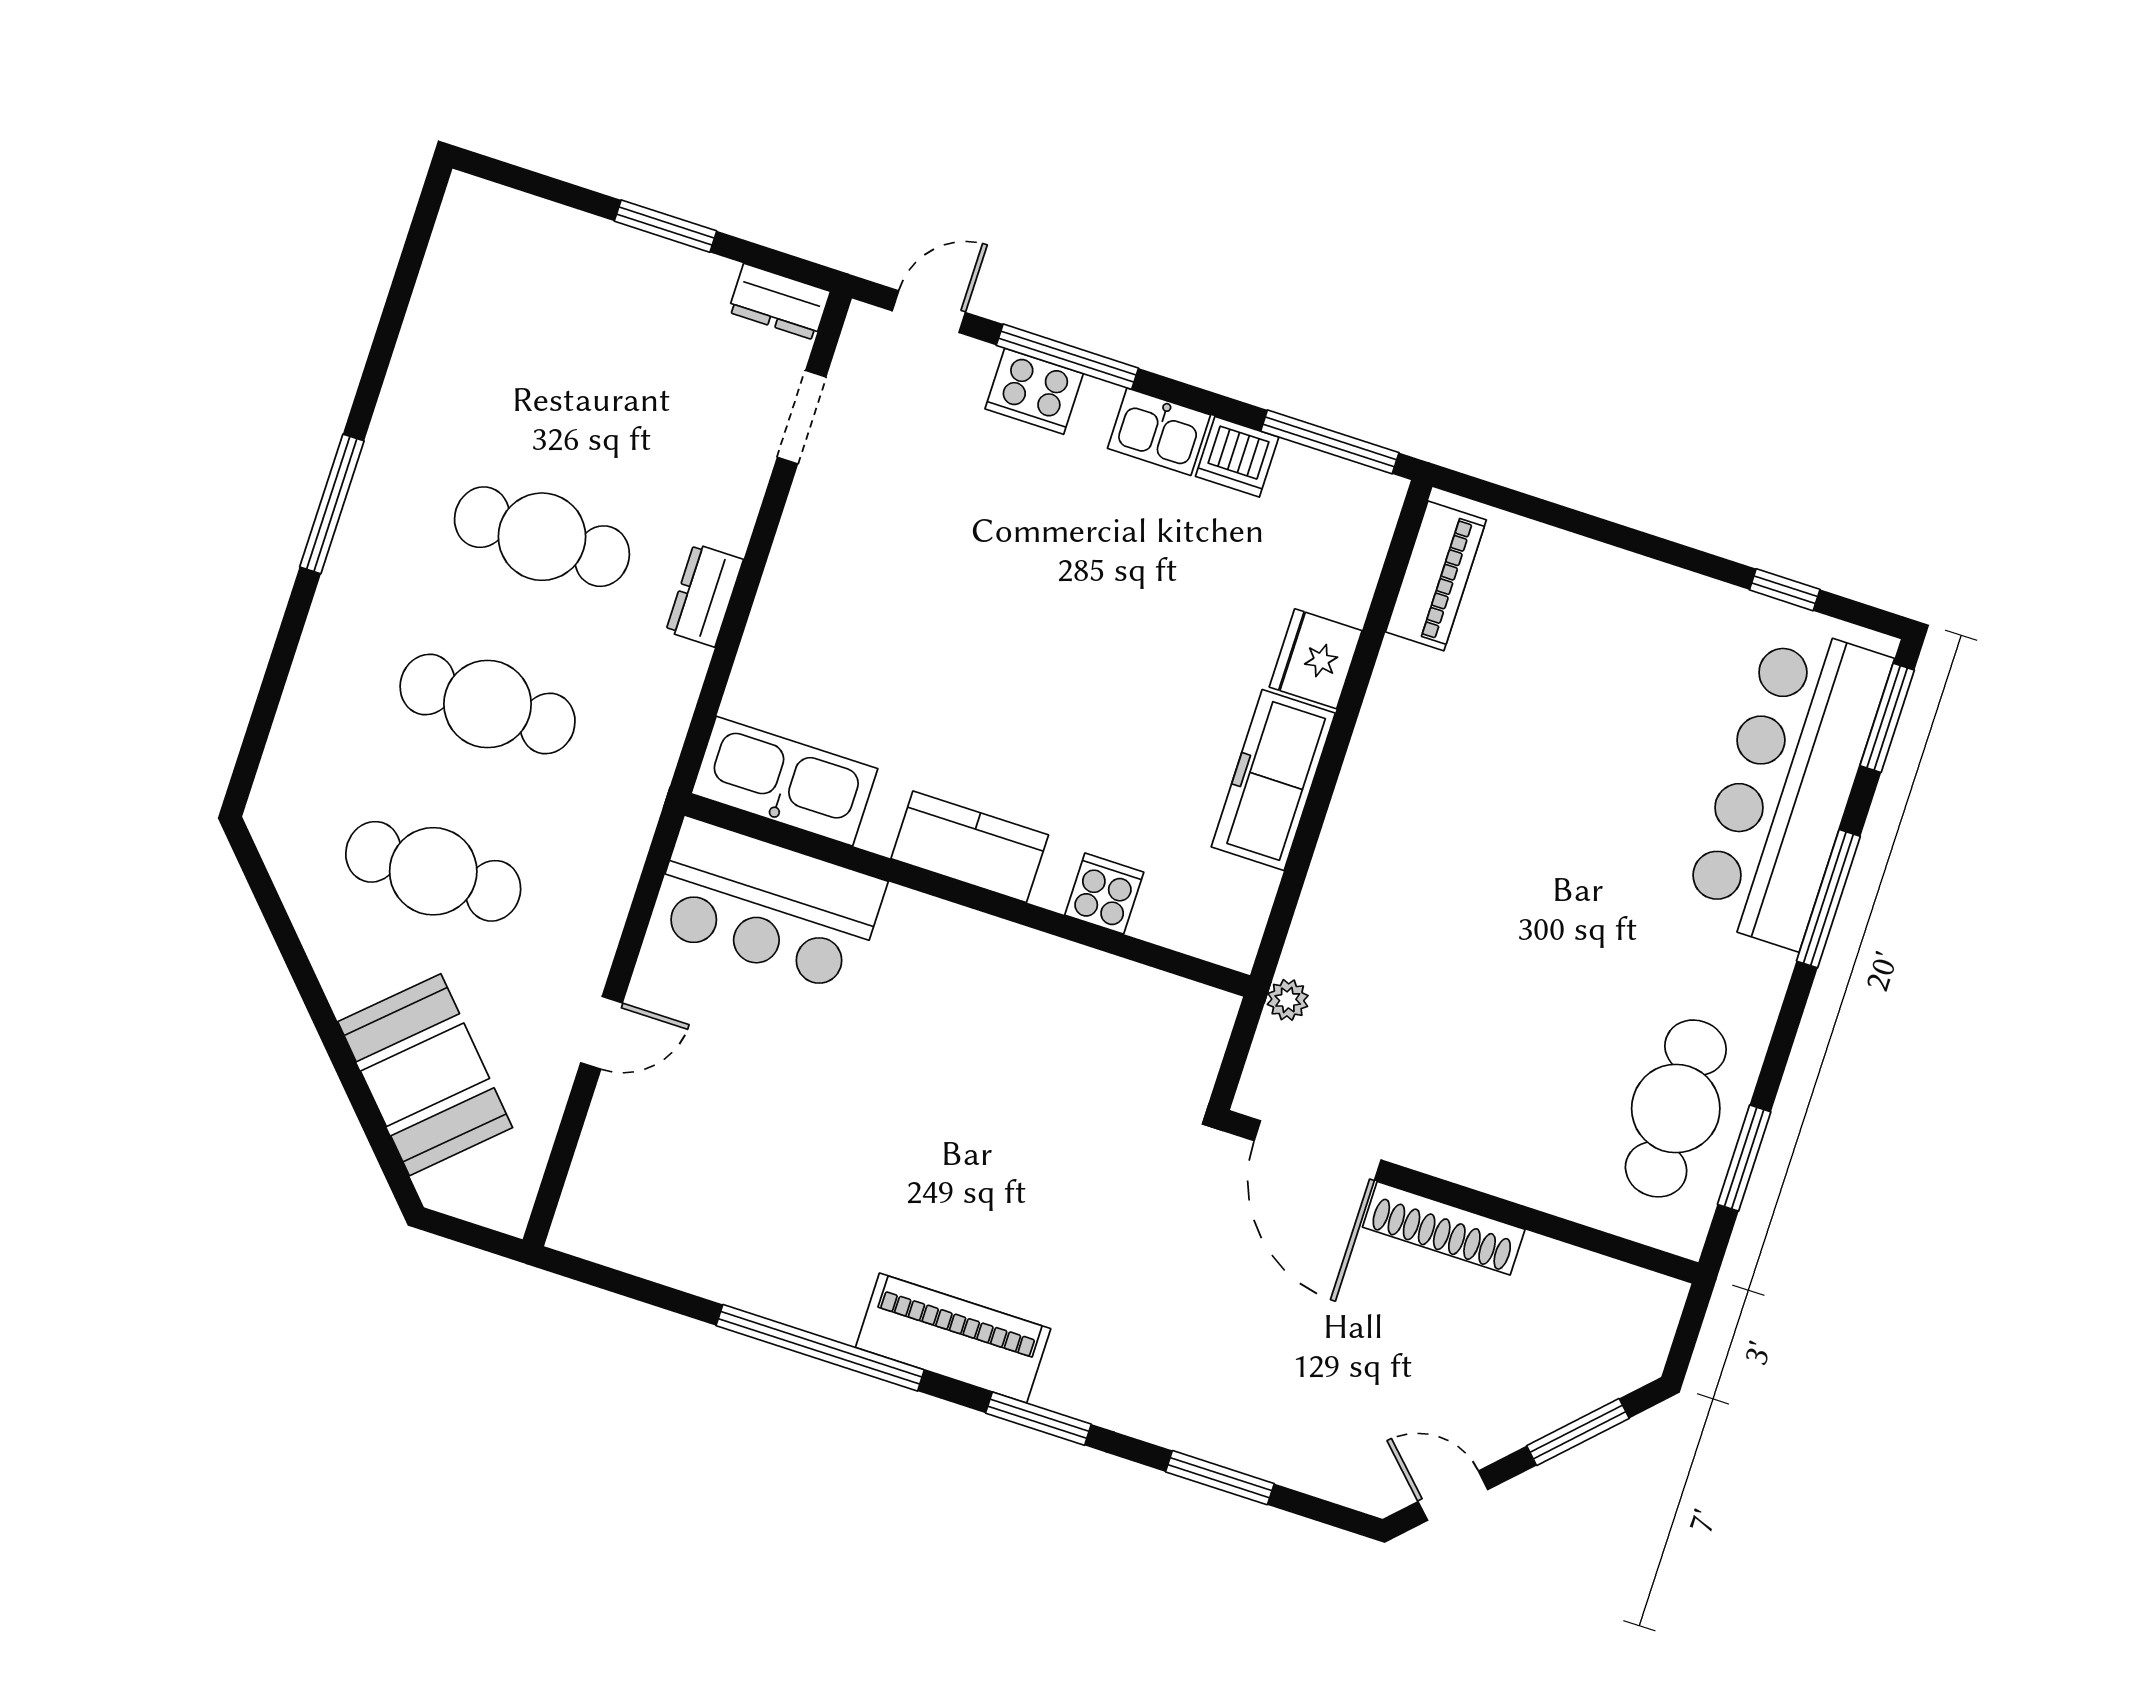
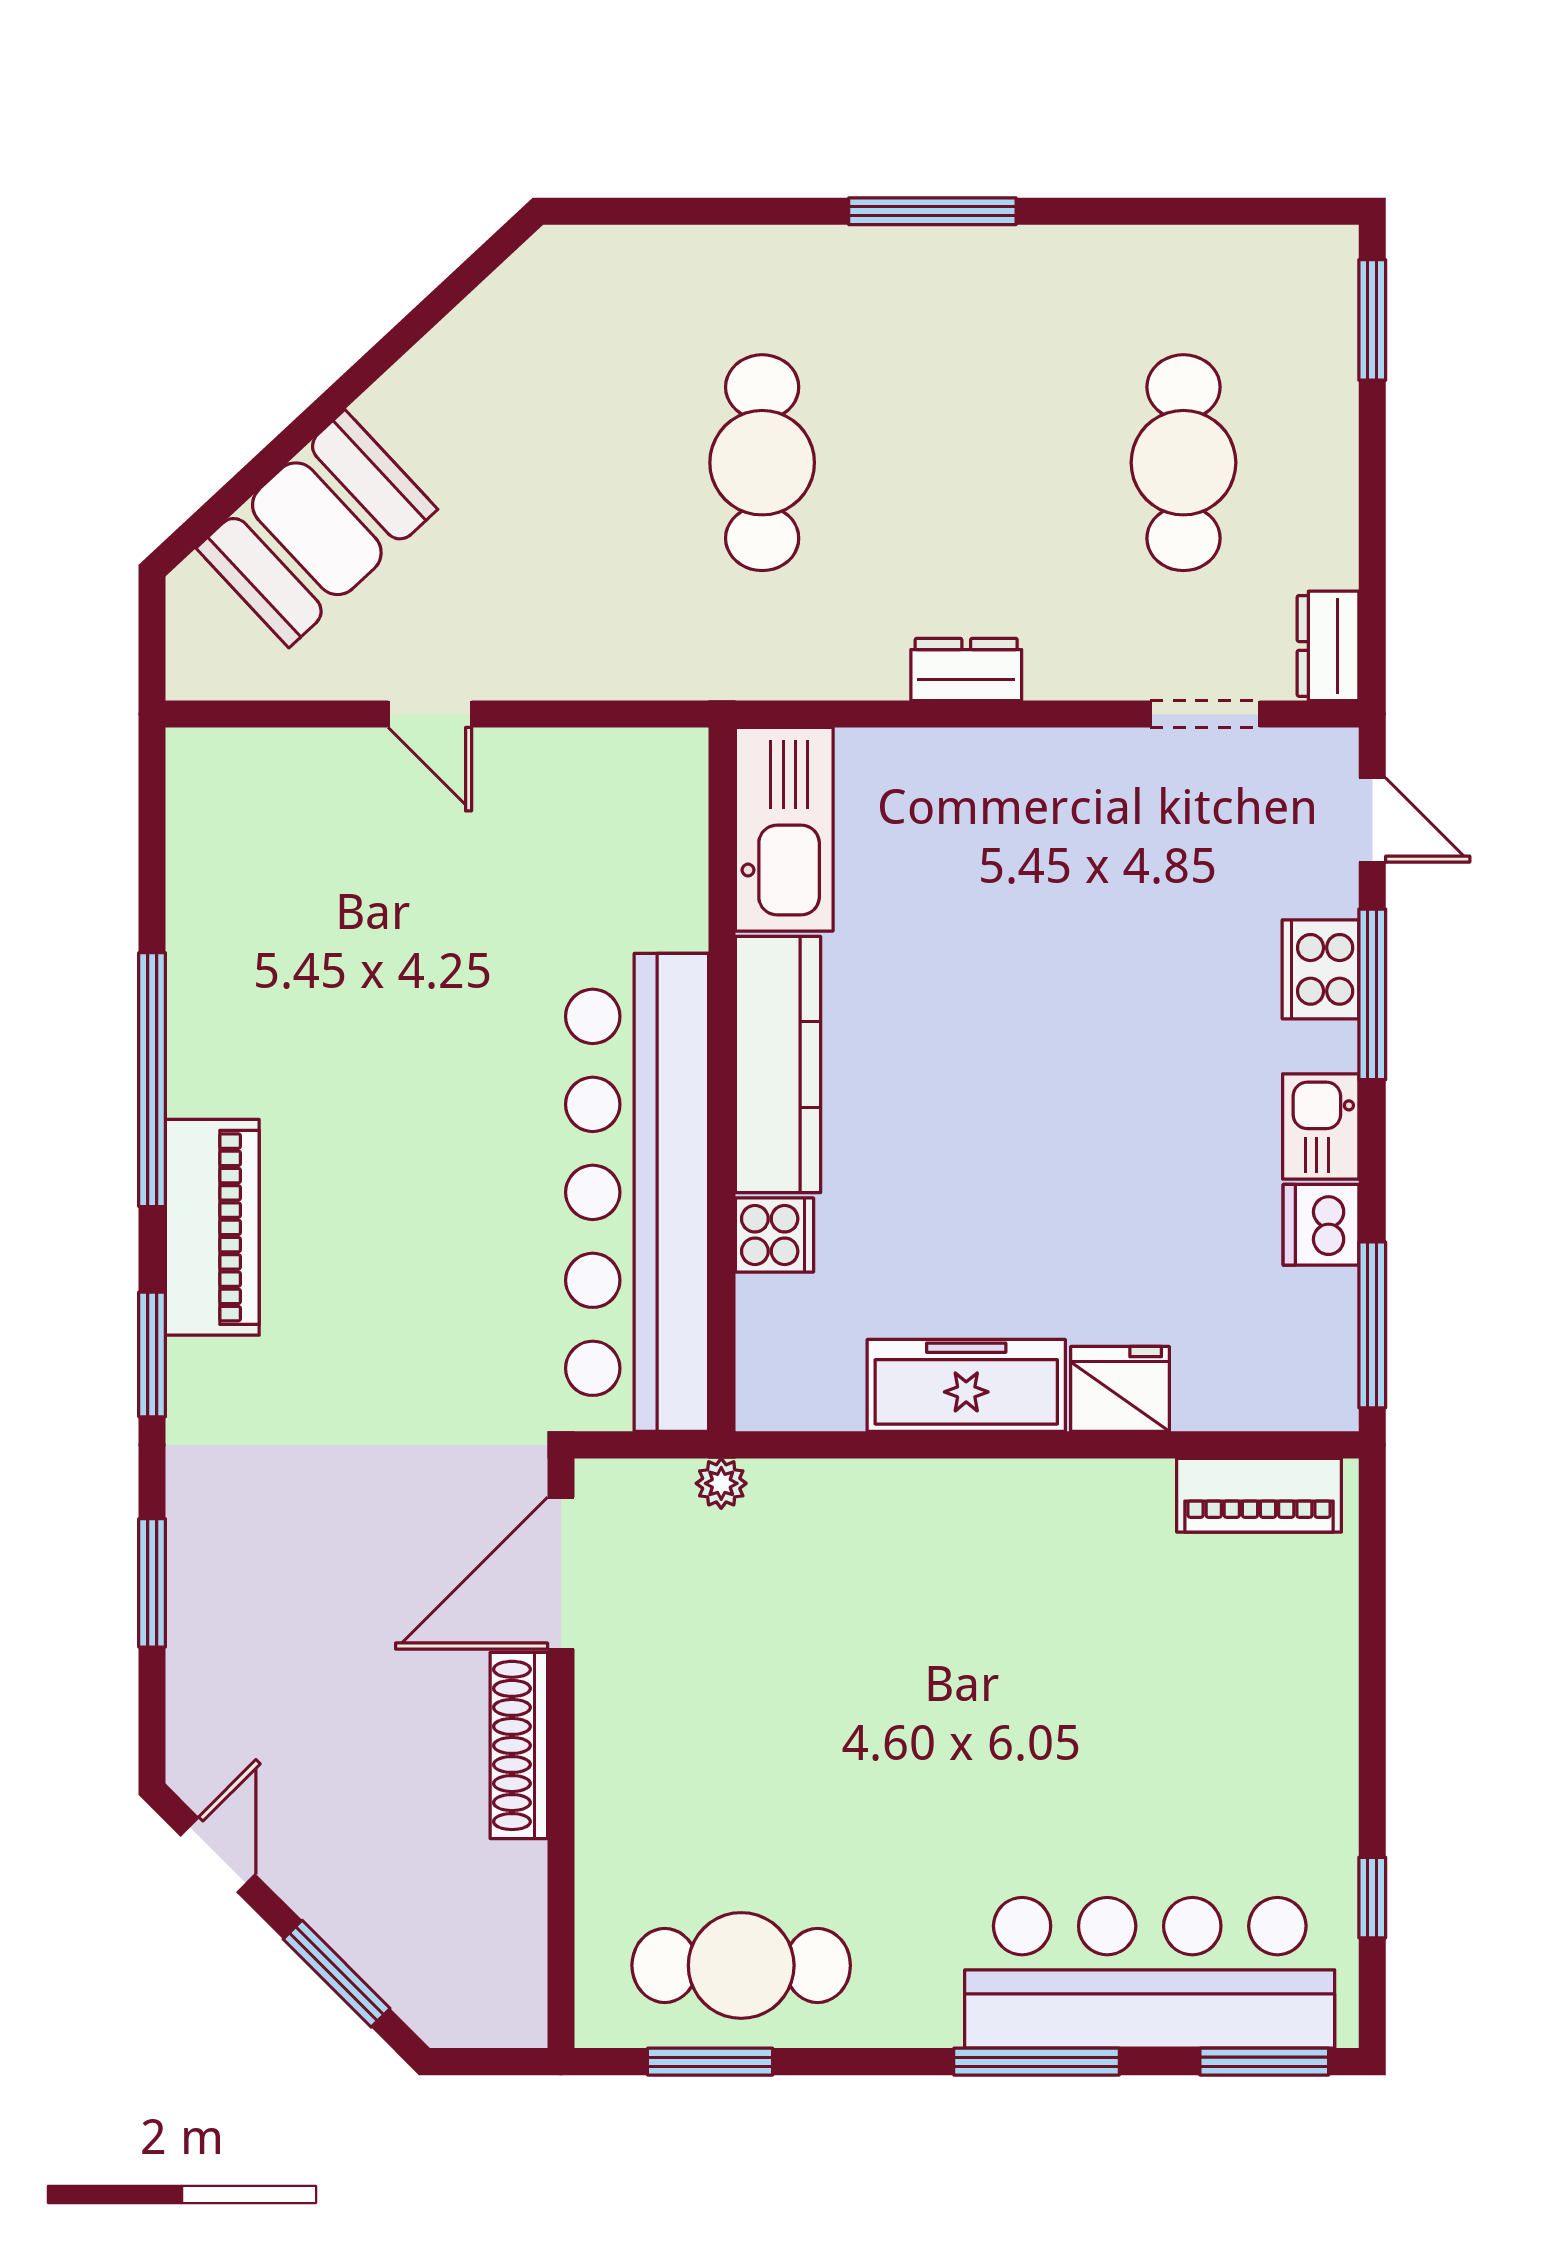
window: (665, 226) -> (1372, 320), moved
cafe table: (542, 537) -> (1183, 463), moved
kitchen counter: (970, 847) -> (778, 1065), width x1.50
cafe table: (433, 871) -> (551, 463), removed
bar counter: (768, 905) -> (637, 1192), moved, width x1.86

